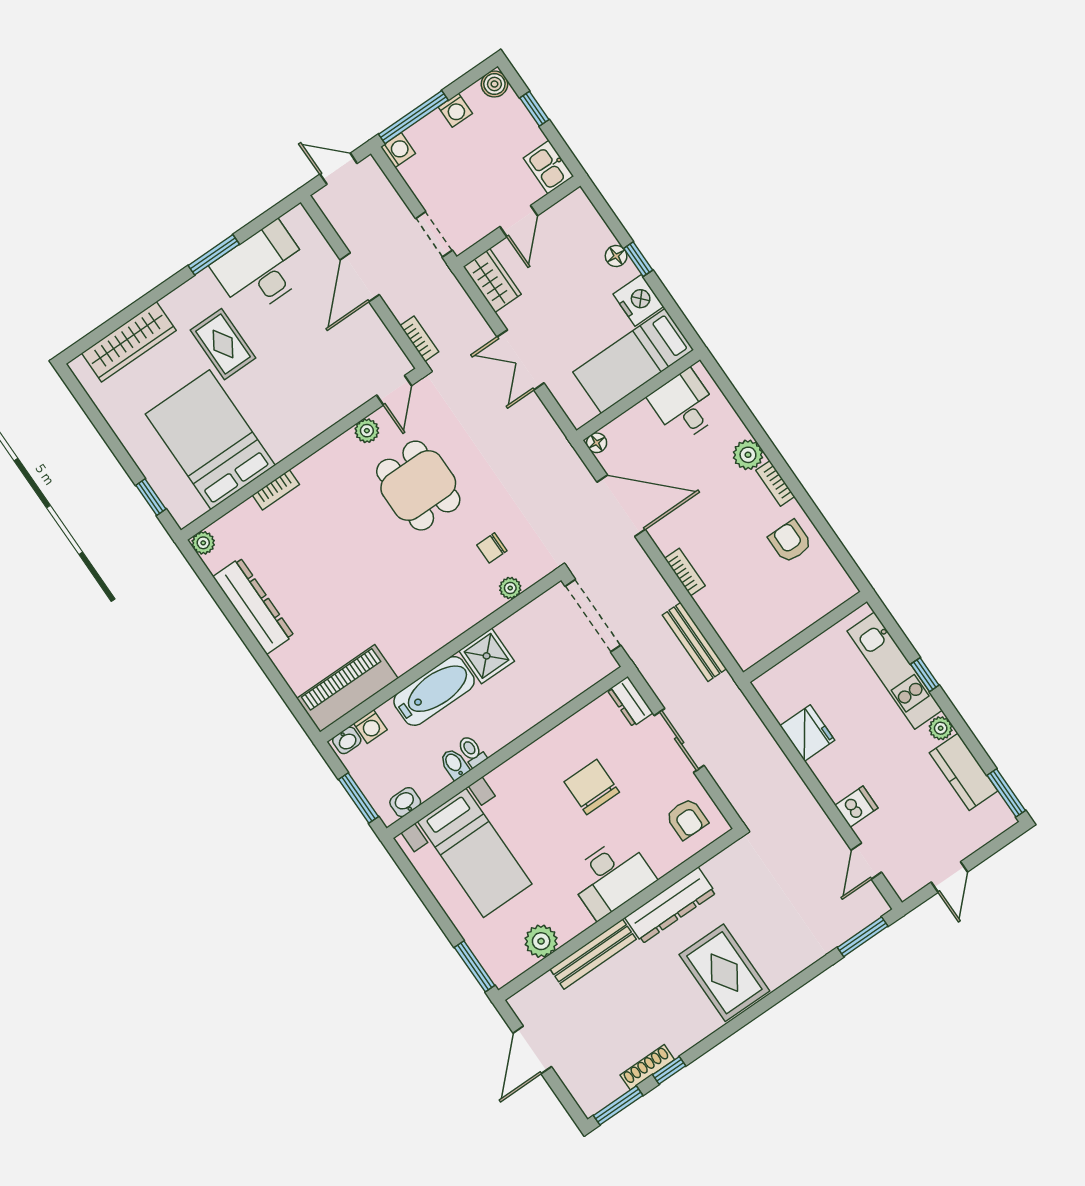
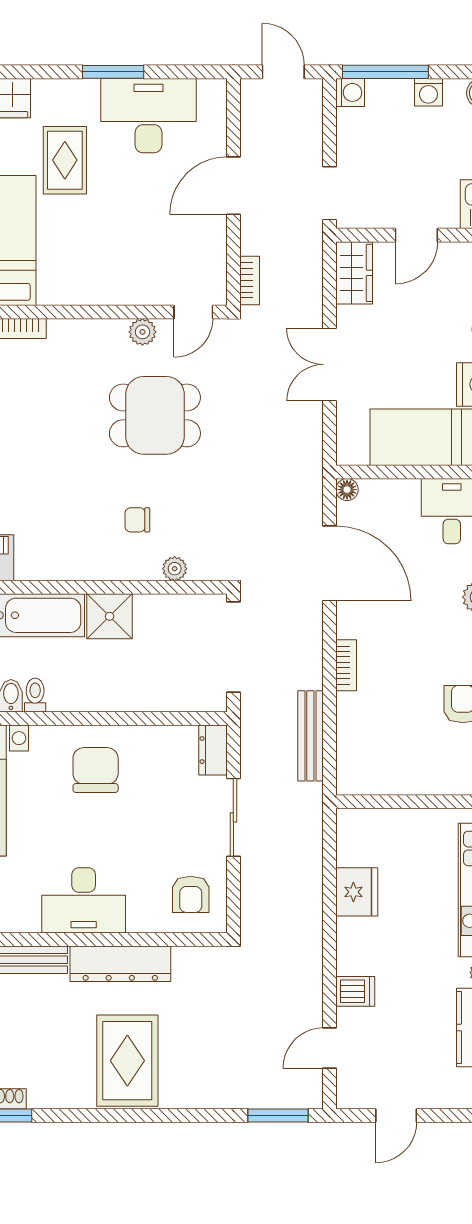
dining table: (418, 486) -> (155, 415), turned 90
chair: (492, 548) -> (137, 520), moved
chair: (592, 787) -> (96, 770), moved

